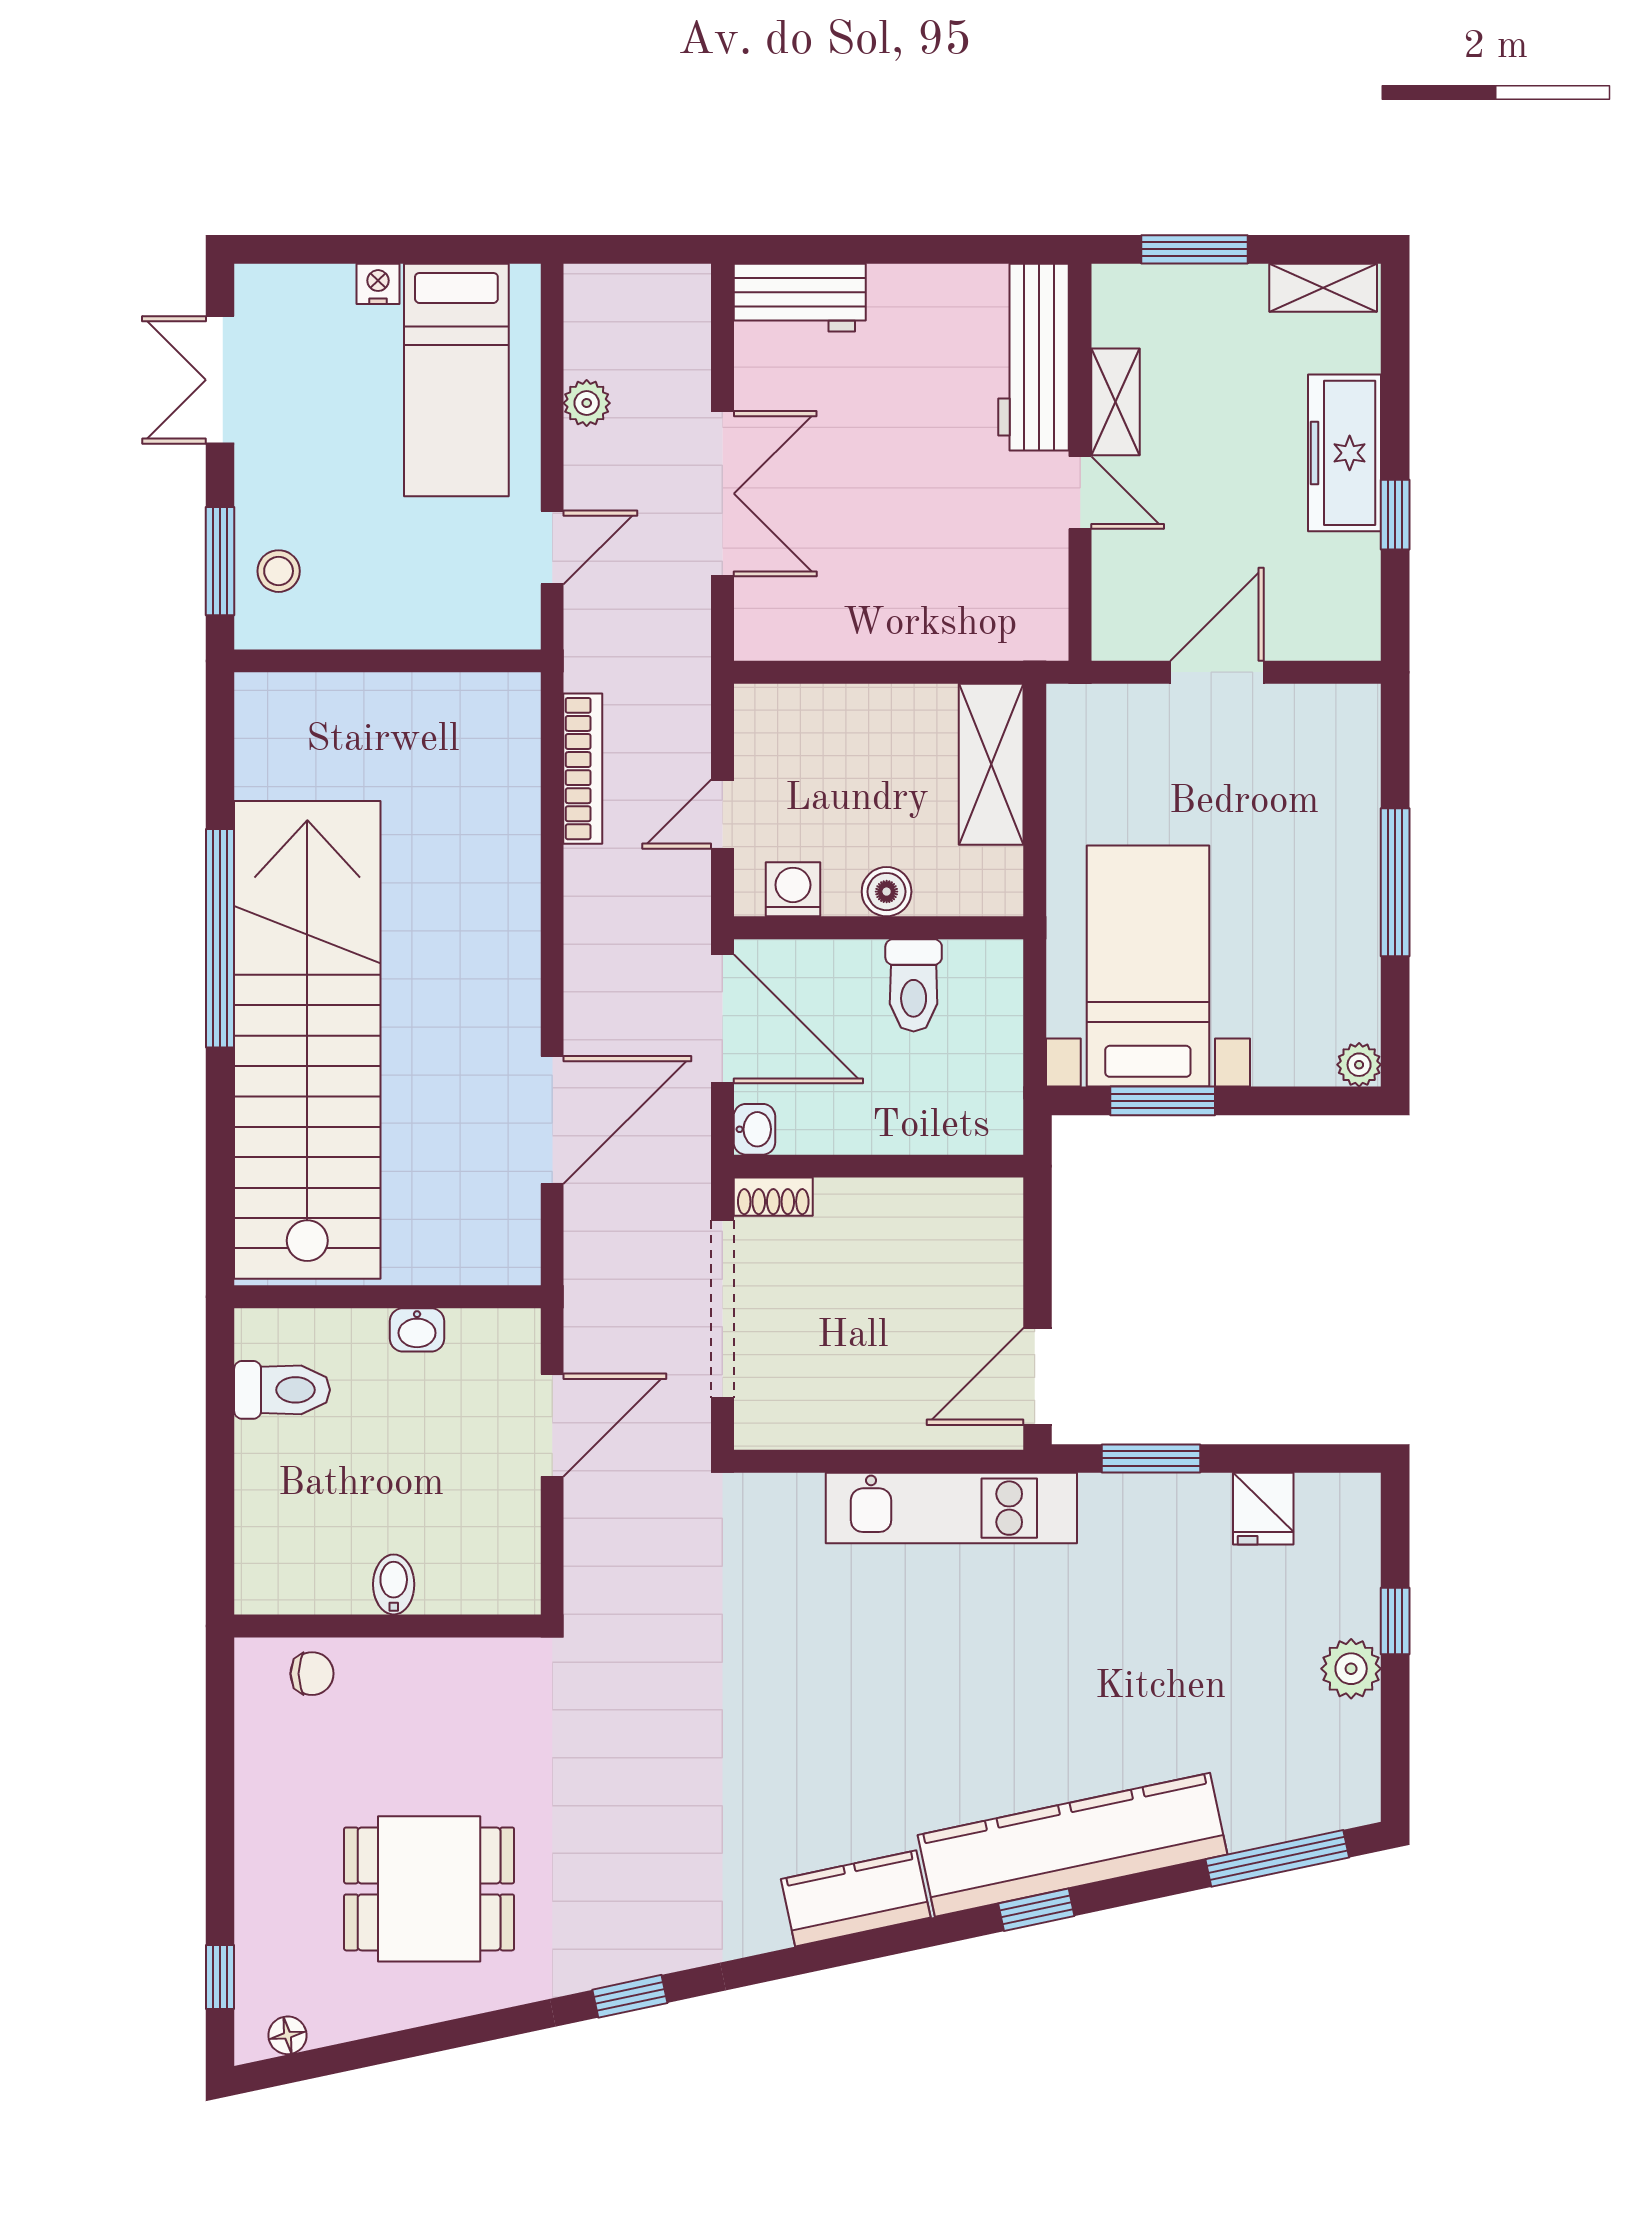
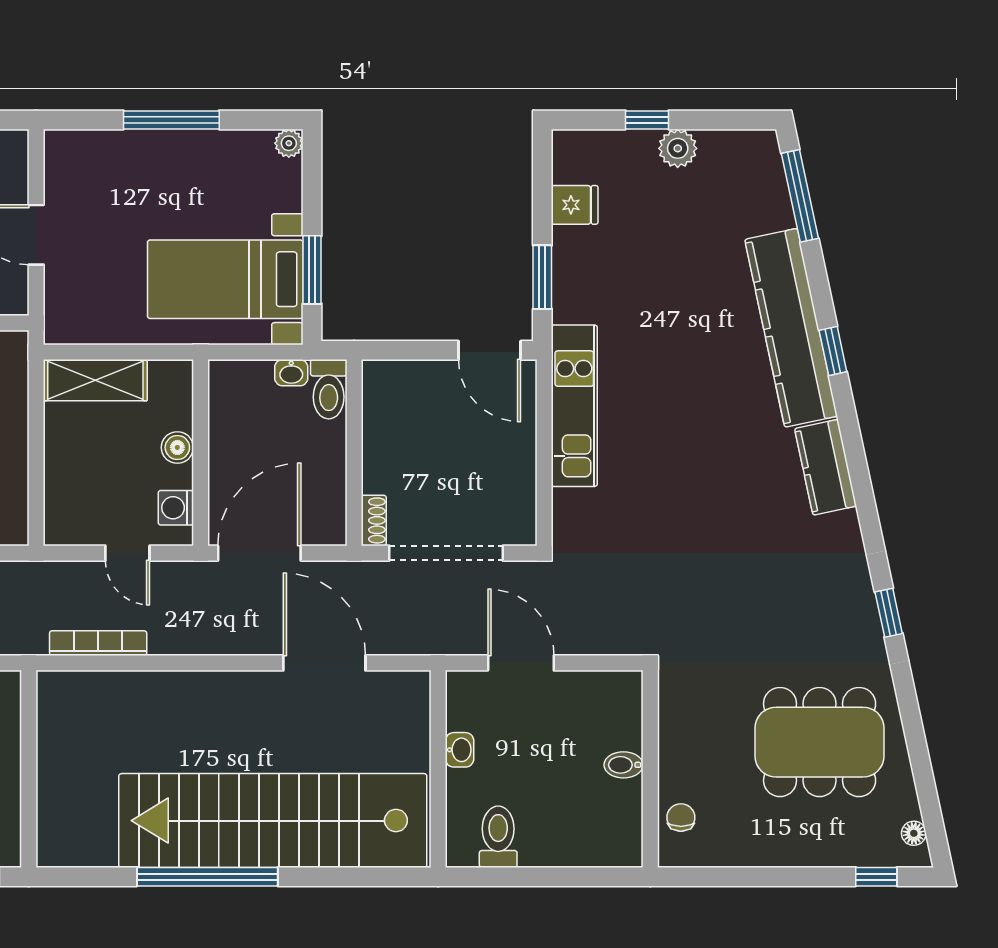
toilet: (914, 985) -> (329, 389), moved, turned 90
washbasin: (754, 1129) -> (291, 373), moved, turned 180
dining table: (429, 1889) -> (820, 742), width x1.38

